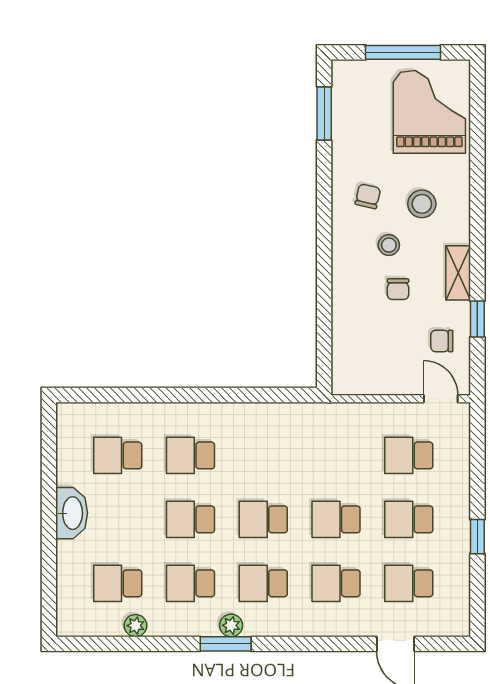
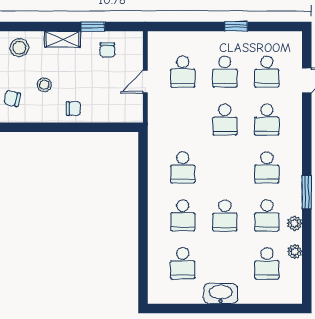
stool: (422, 204) -> (19, 48), moved
chair: (398, 289) -> (73, 109), moved
door: (441, 399) -> (145, 82), moved
school desk: (263, 519) -> (183, 167), moved
plant: (231, 625) -> (295, 223), moved

